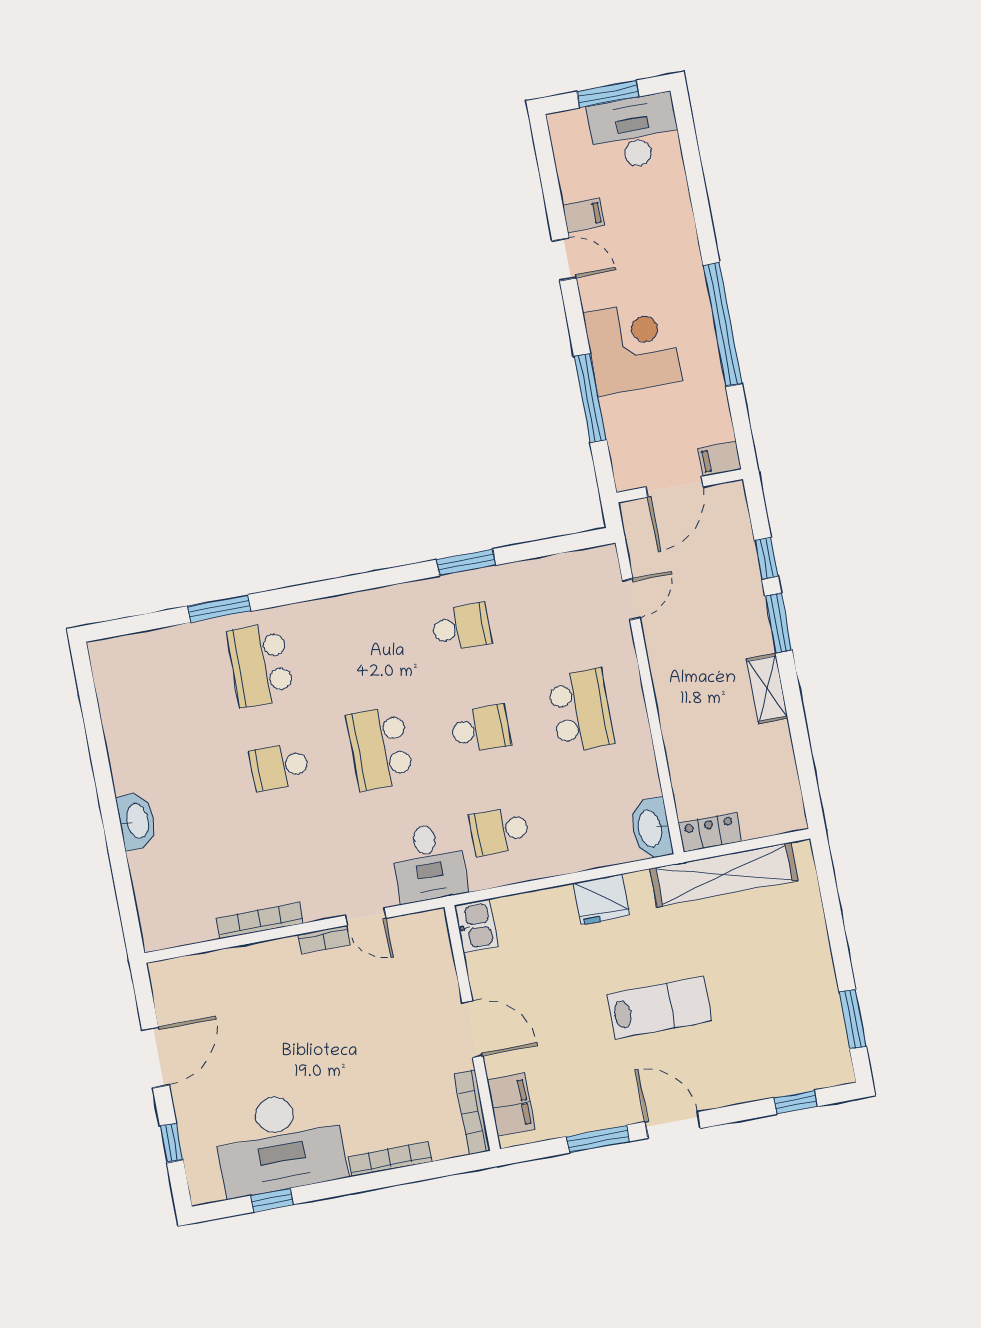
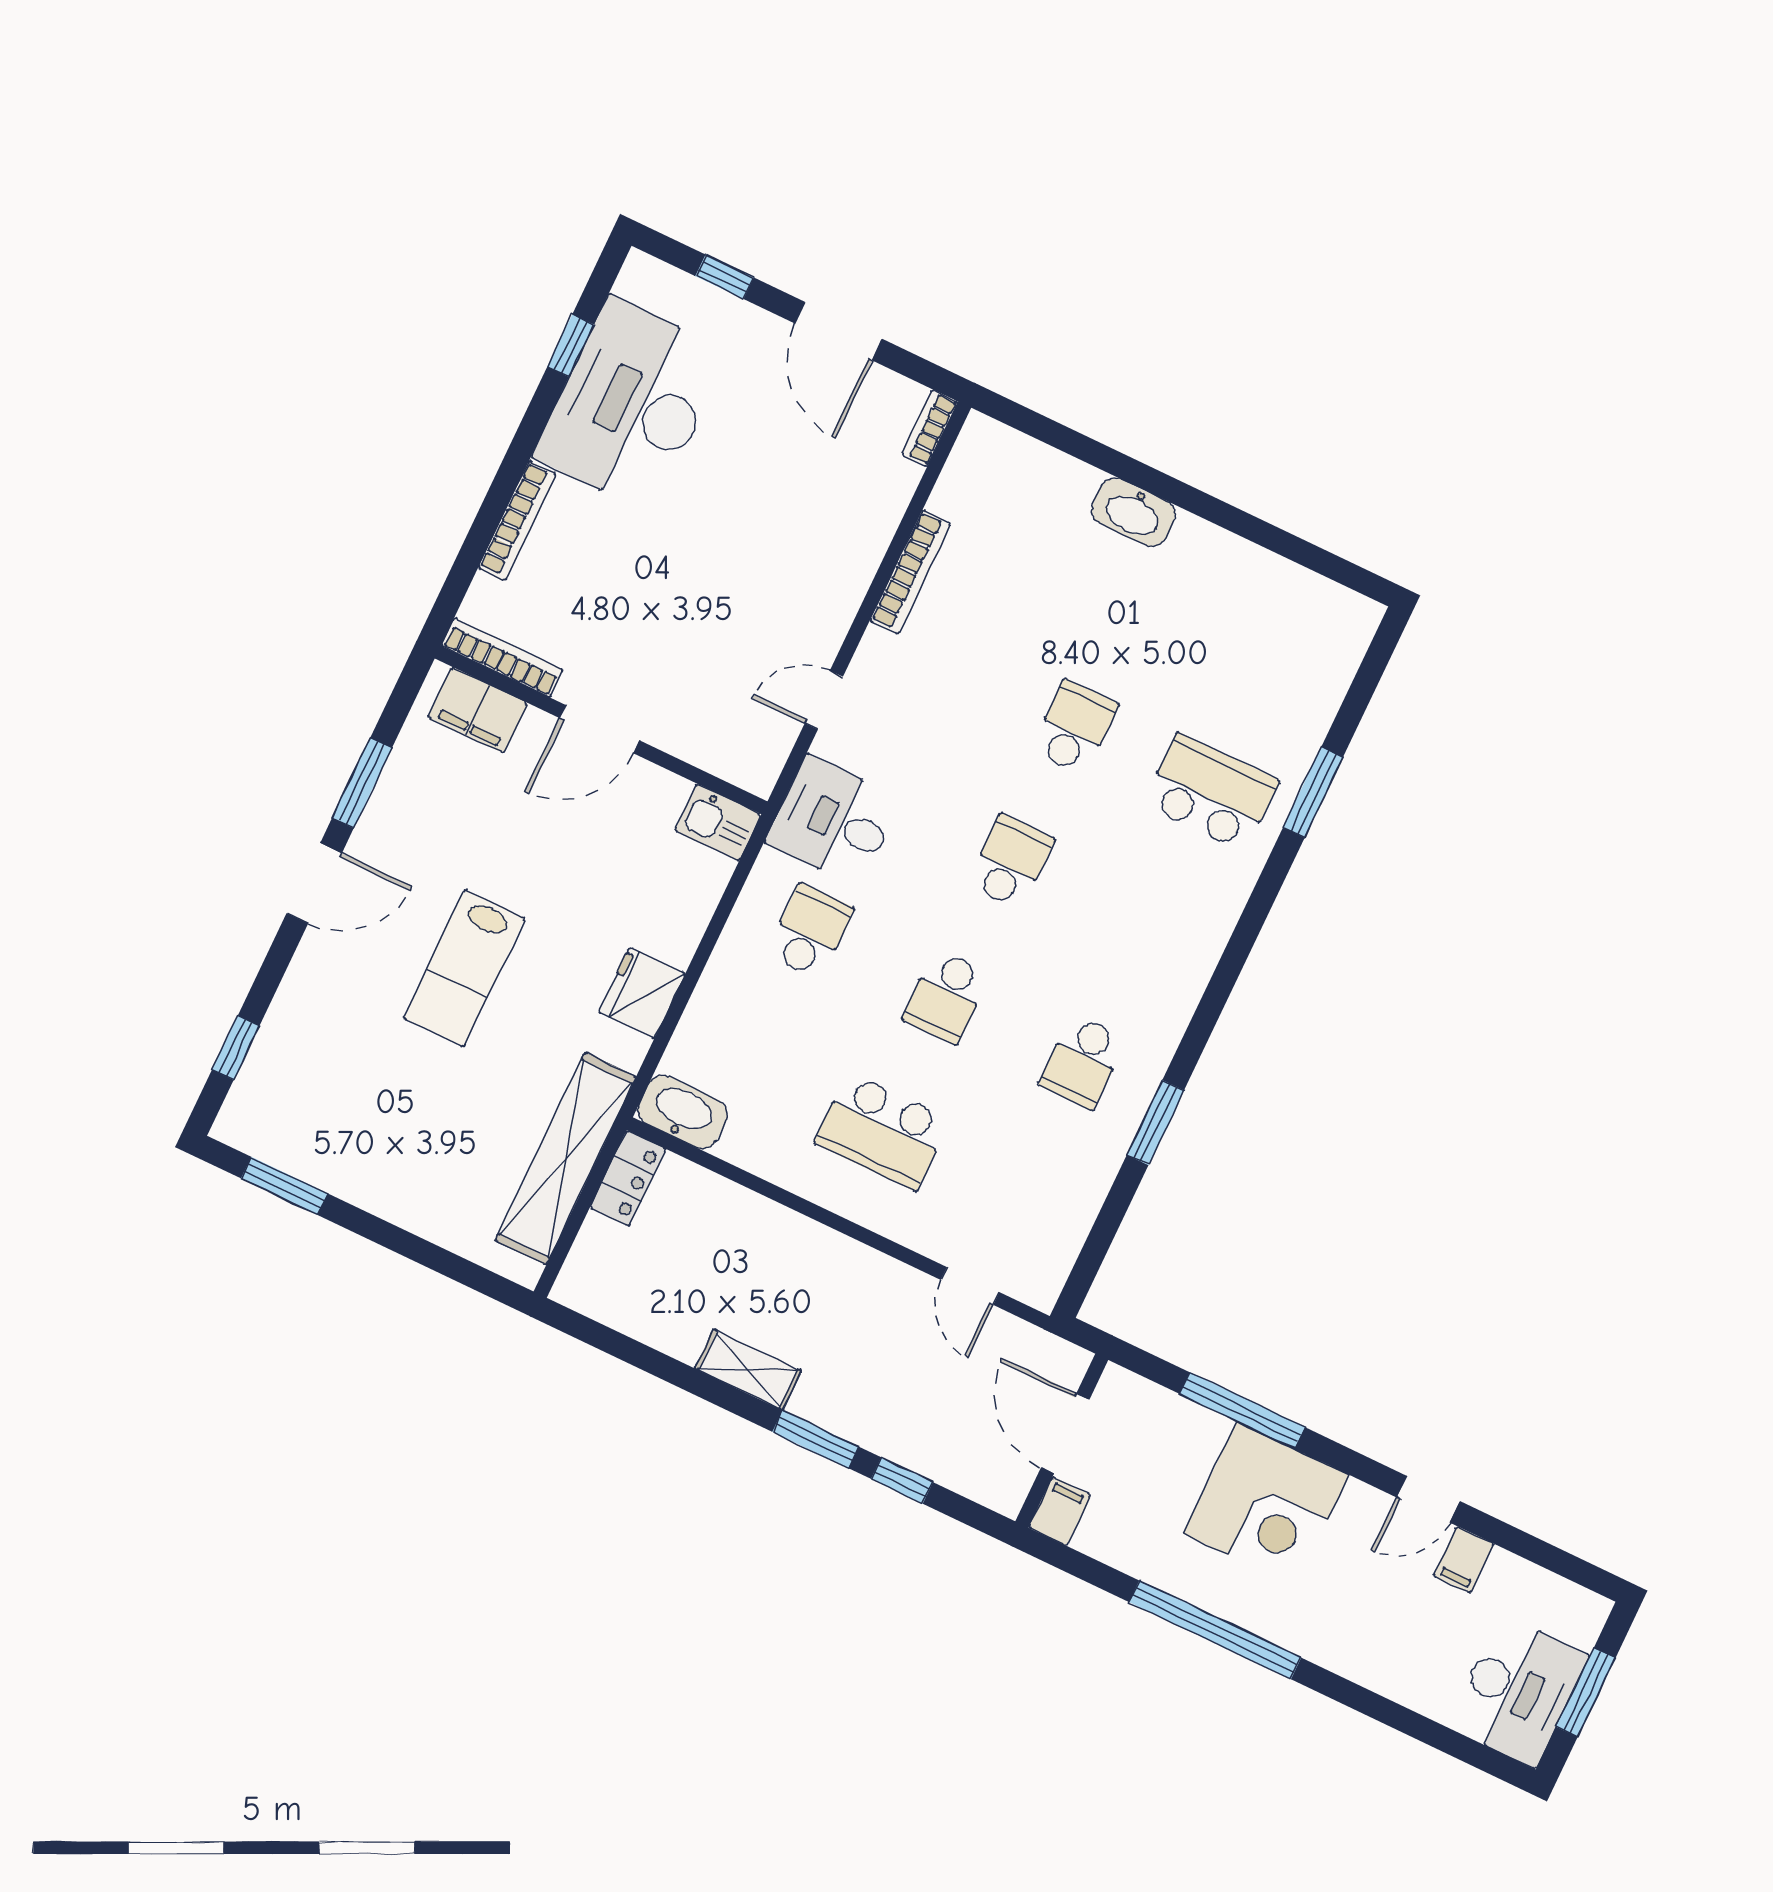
school desk: (380, 748) -> (1011, 862), width x0.54
bookcase: (324, 940) -> (930, 428), moved

